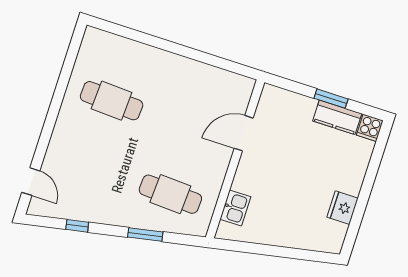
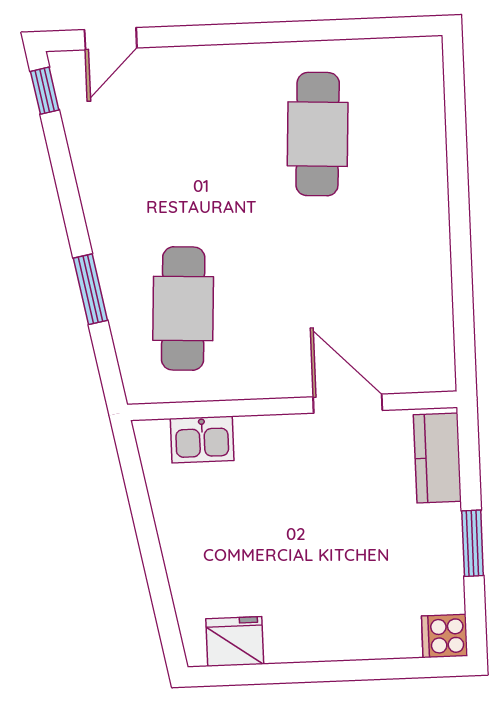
kitchen counter: (337, 117) -> (437, 458), moved
fridge: (343, 208) -> (235, 641), moved
window: (77, 226) -> (45, 91), moved

